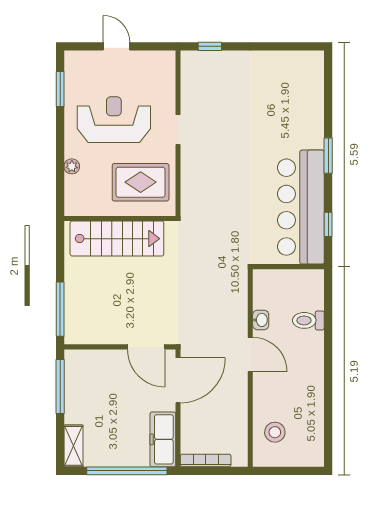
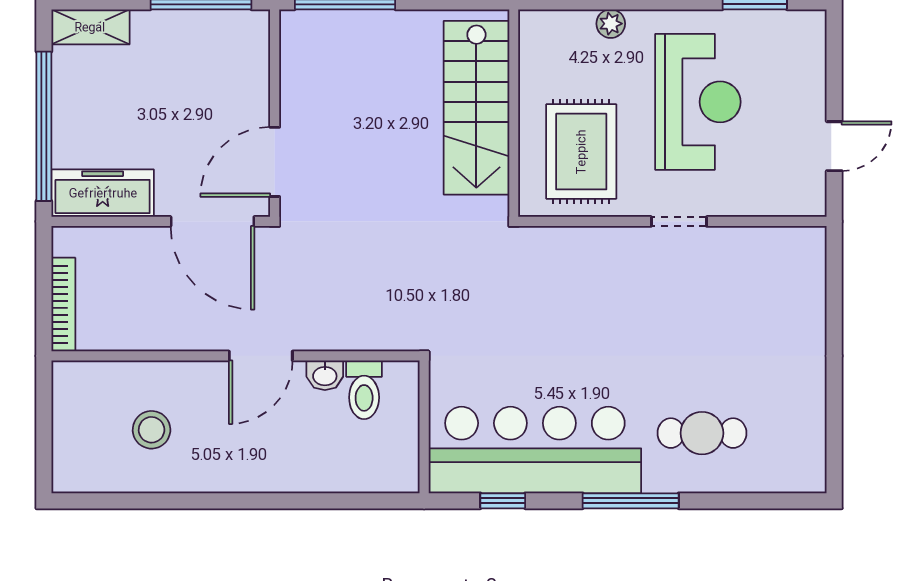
door: (117, 46) -> (834, 146), moved
window: (210, 46) -> (834, 281), removed
cafe table: (292, 117) -> (702, 433), added
window: (328, 156) -> (631, 501), width x1.44
toilet: (308, 320) -> (364, 390), moved, turned 180
stool: (275, 432) -> (152, 430), moved
bookcase: (206, 460) -> (63, 305), moved

